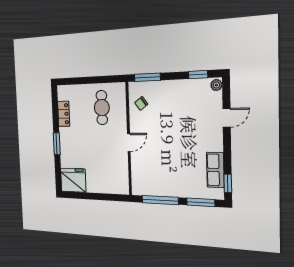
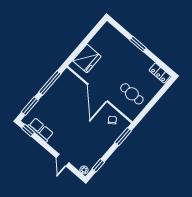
locker: (64, 114) -> (160, 73), moved
door: (129, 143) -> (98, 93), width x1.87
fridge: (73, 180) -> (87, 59), moved

